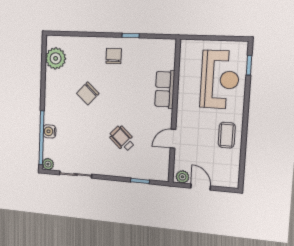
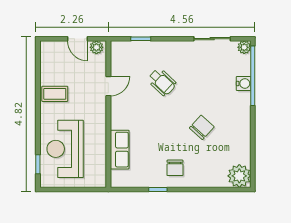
plant: (56, 58) -> (239, 176), moved
row of seats: (165, 89) -> (120, 150), moved
coffee table: (227, 135) -> (55, 94), turned 90

